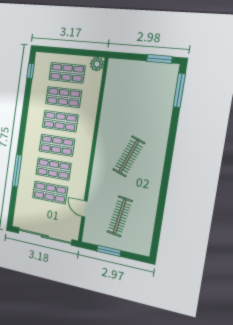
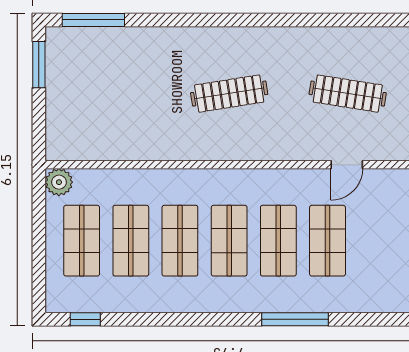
clothes rail: (129, 156) -> (229, 94), turned -30

